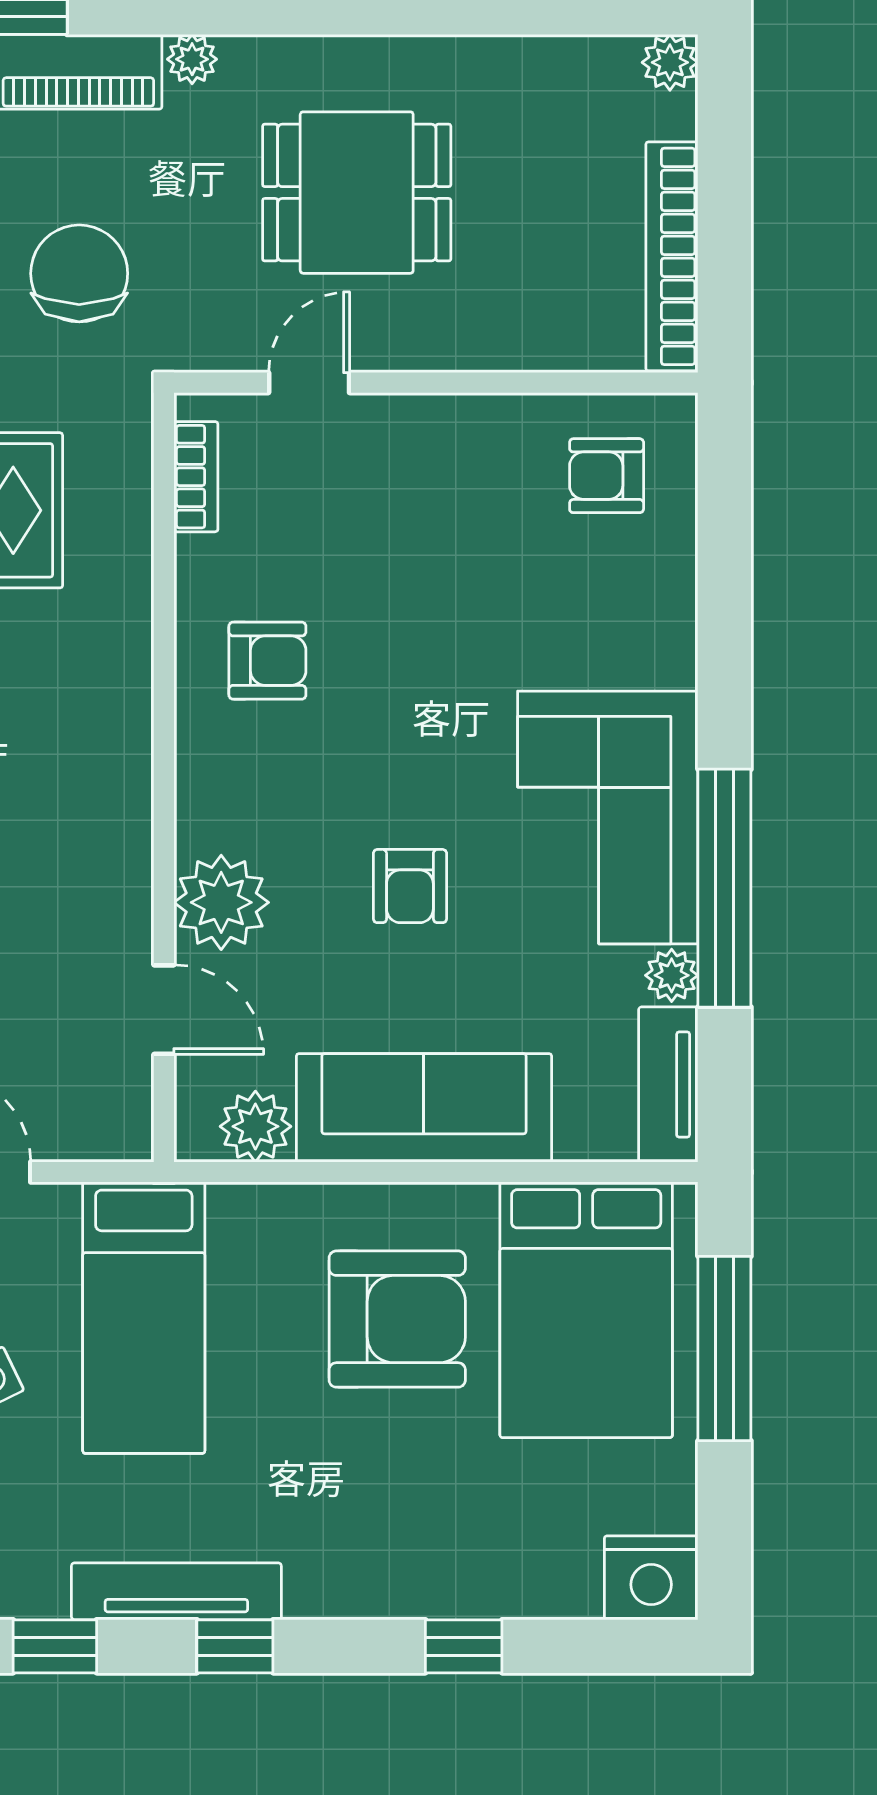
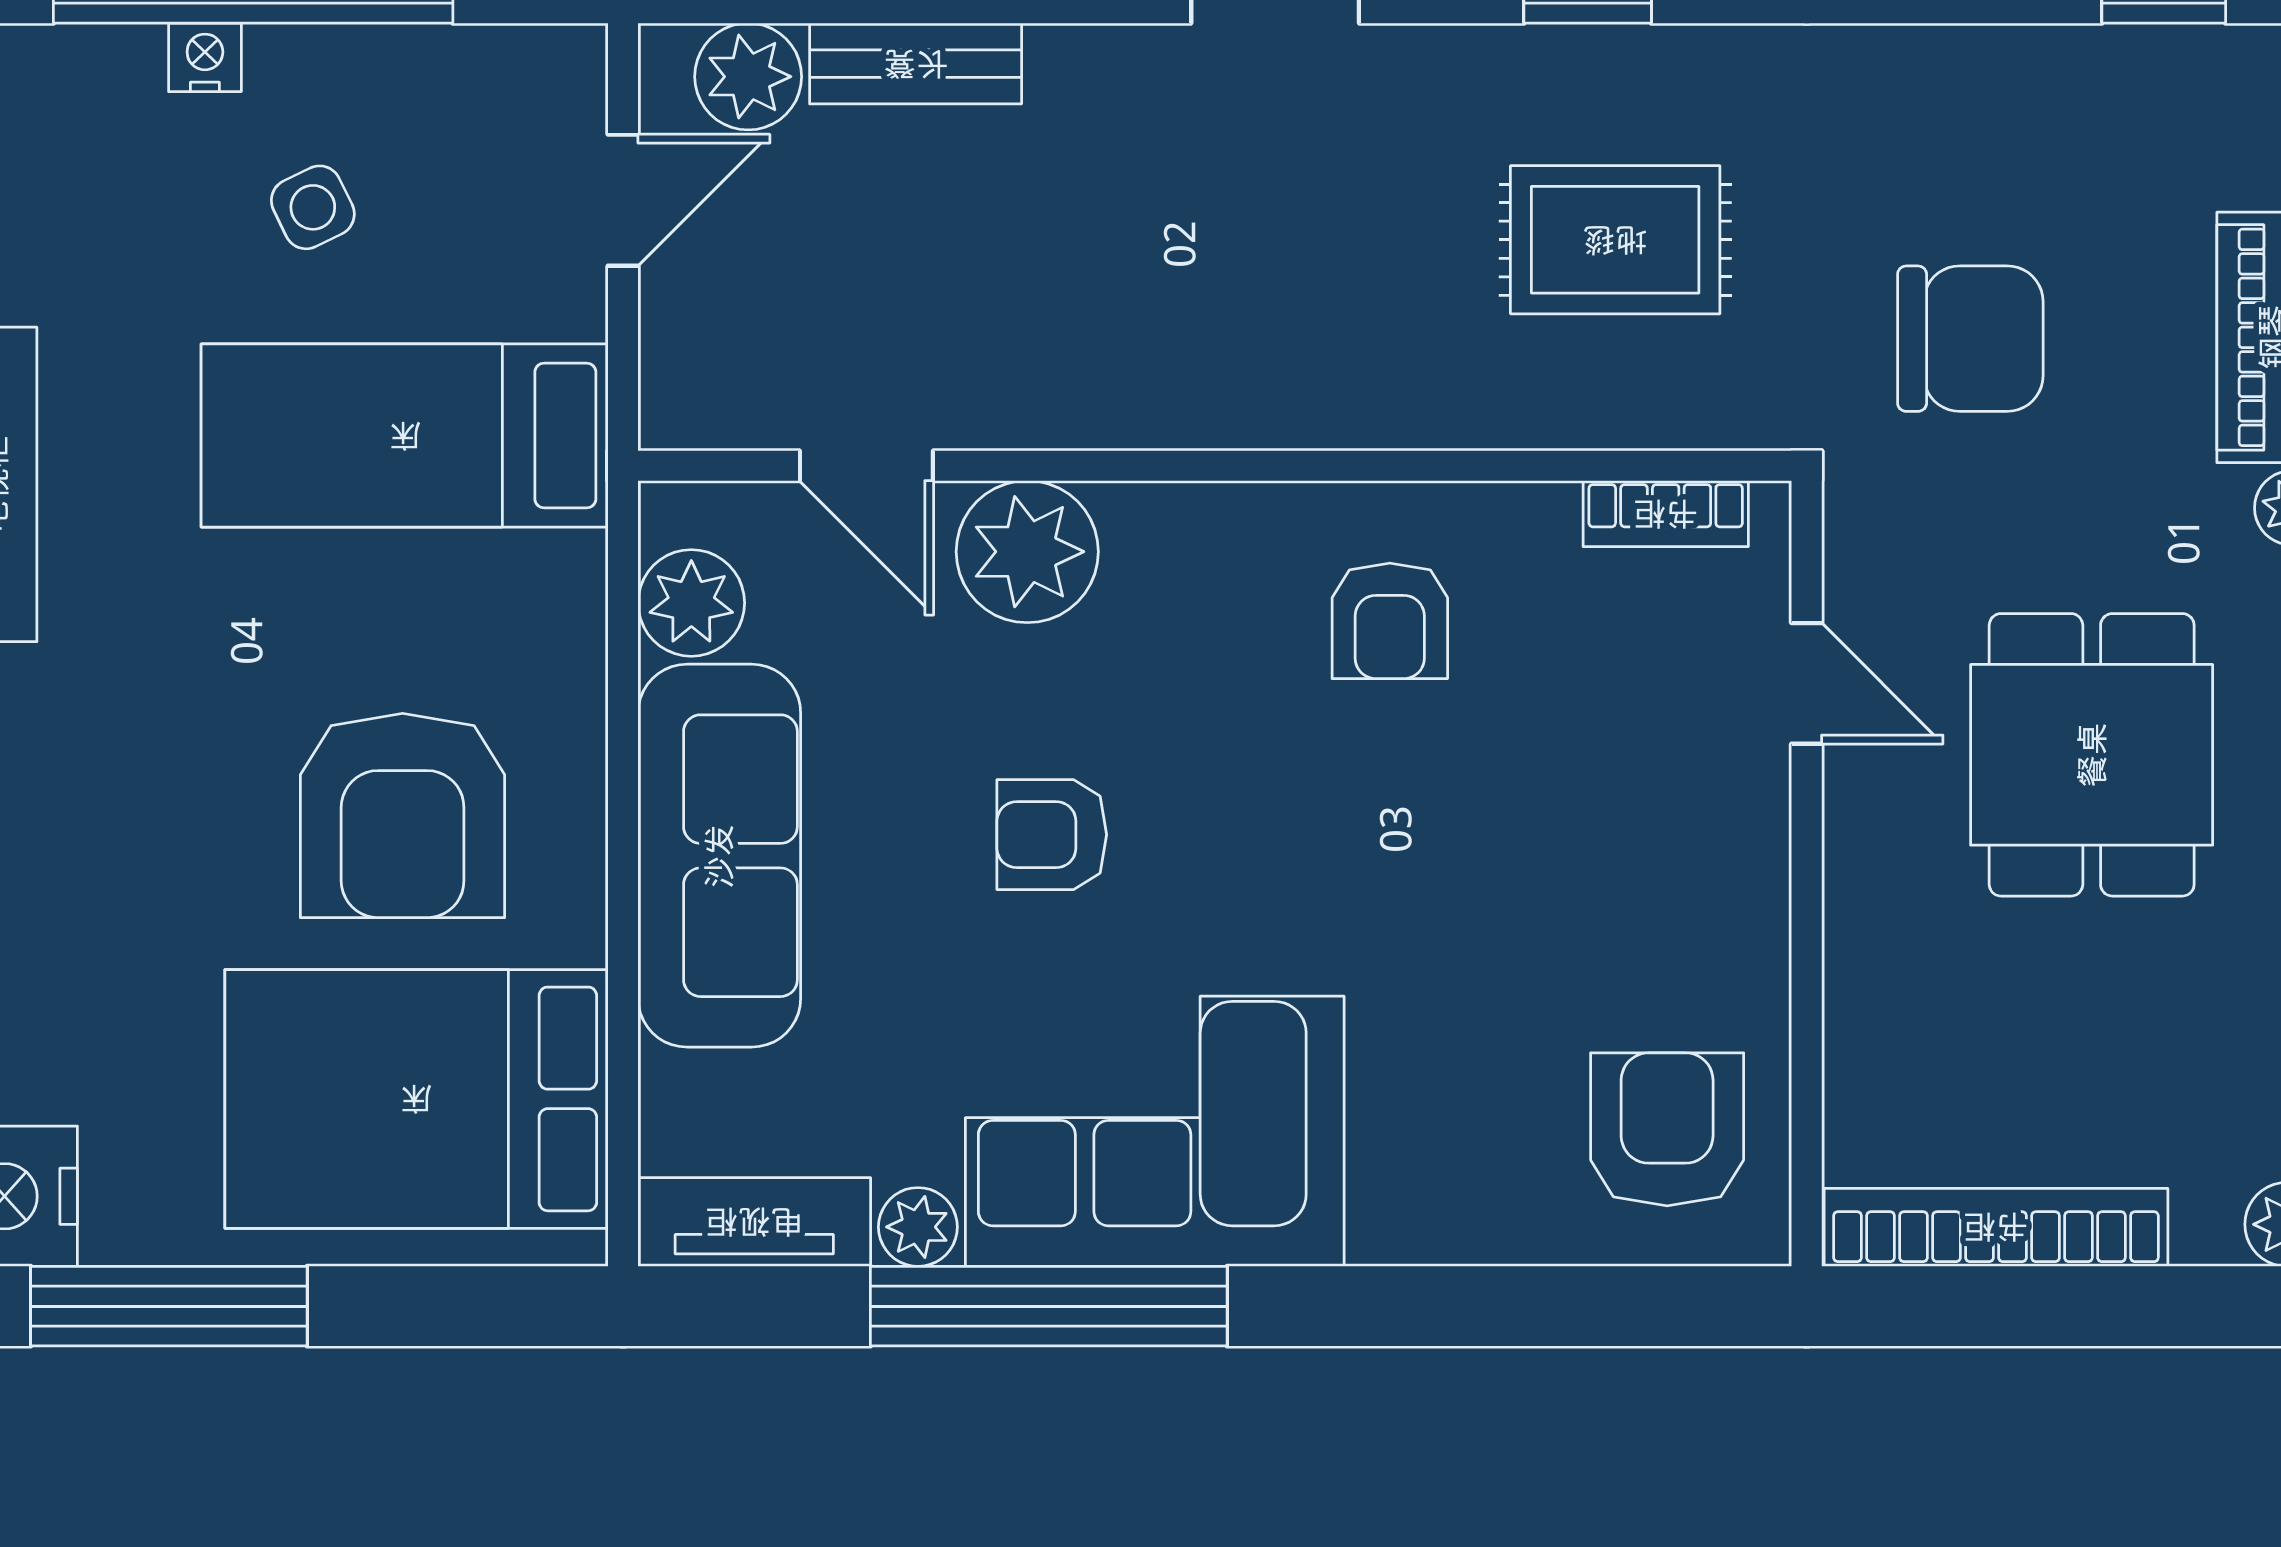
armchair: (607, 476) -> (1667, 1129), width x1.38, depth x1.38
door: (164, 1010) -> (866, 466), hinge flipped
window: (724, 1348) -> (169, 1306), moved

